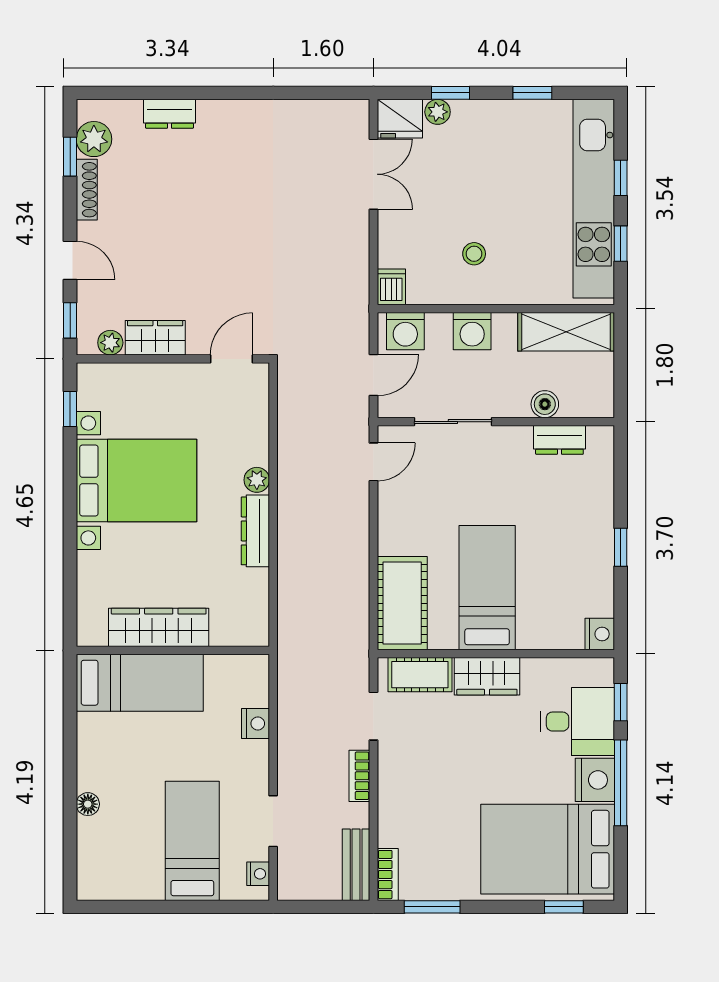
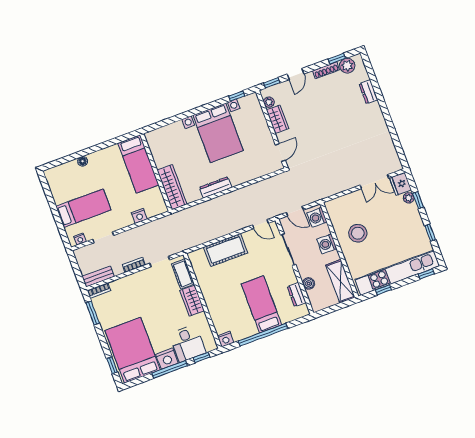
window: (621, 178) -> (426, 274), moved
stool: (474, 254) -> (358, 233), width x1.89, depth x1.89
dishwasher: (391, 287) -> (332, 205), removed
door: (231, 359) -> (280, 153), hinge flipped
plant: (257, 480) -> (236, 180), removed
window: (621, 547) -> (263, 335), width x3.17
bed: (487, 588) -> (261, 304), moved, turned -90
cot: (402, 603) -> (225, 250), moved
wardrobe: (159, 627) -> (172, 187), moved

